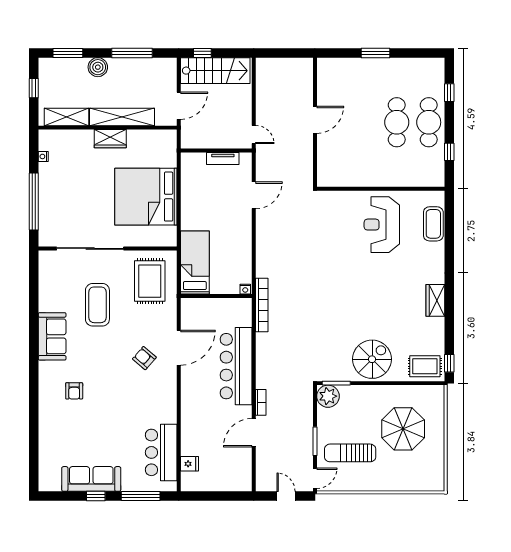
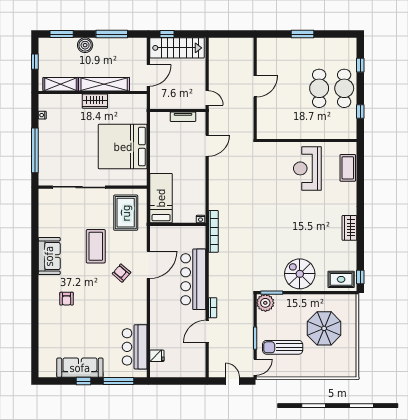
coffee table: (97, 305) -> (96, 246), moved
spiral stairs: (372, 359) -> (300, 274), turned -90

